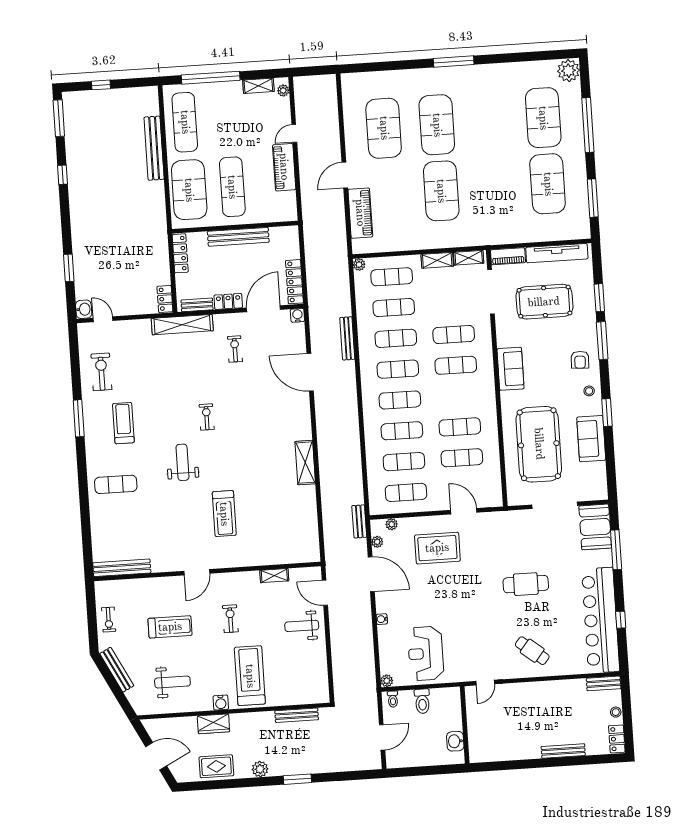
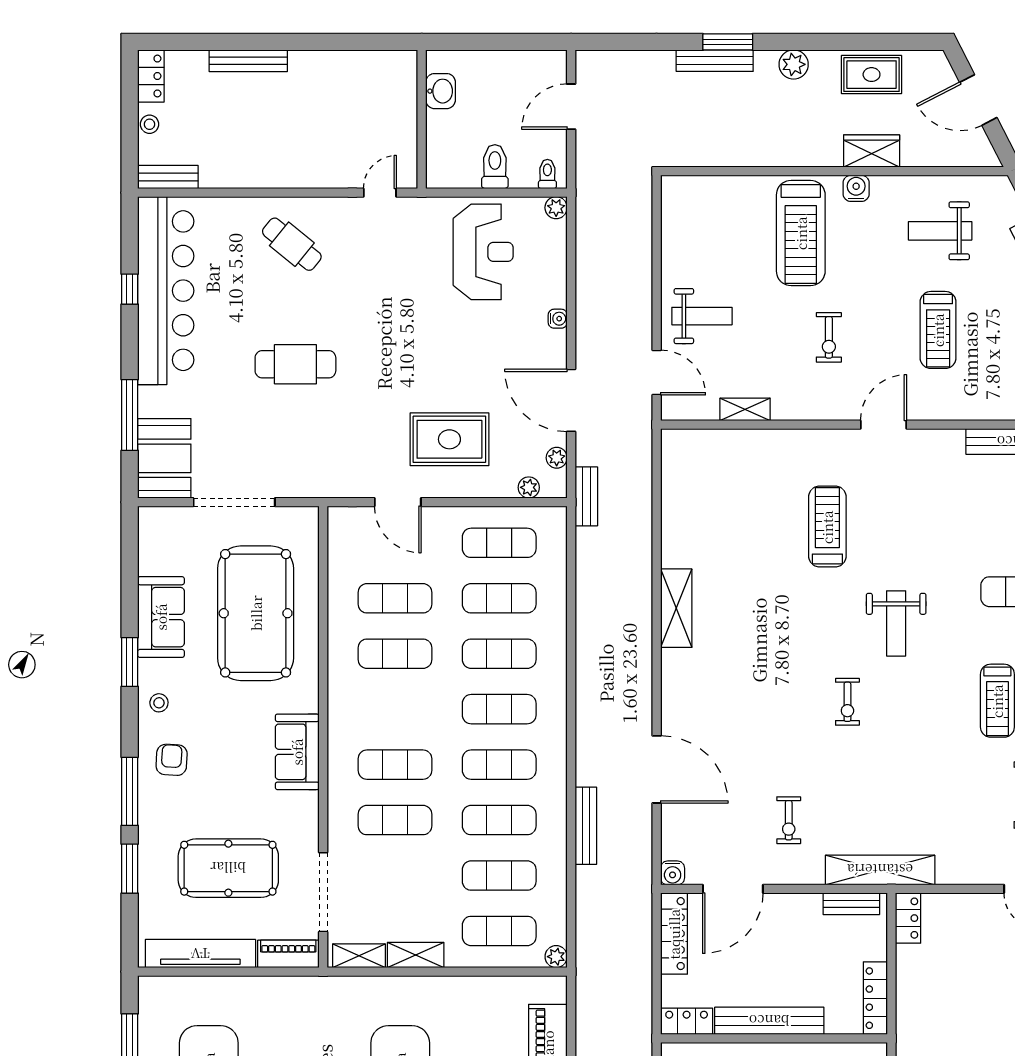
locker: (228, 301) -> (687, 1021), moved, turned 180
treadmill: (170, 627) -> (938, 330), turned -90
bench: (297, 715) -> (715, 61), moved

